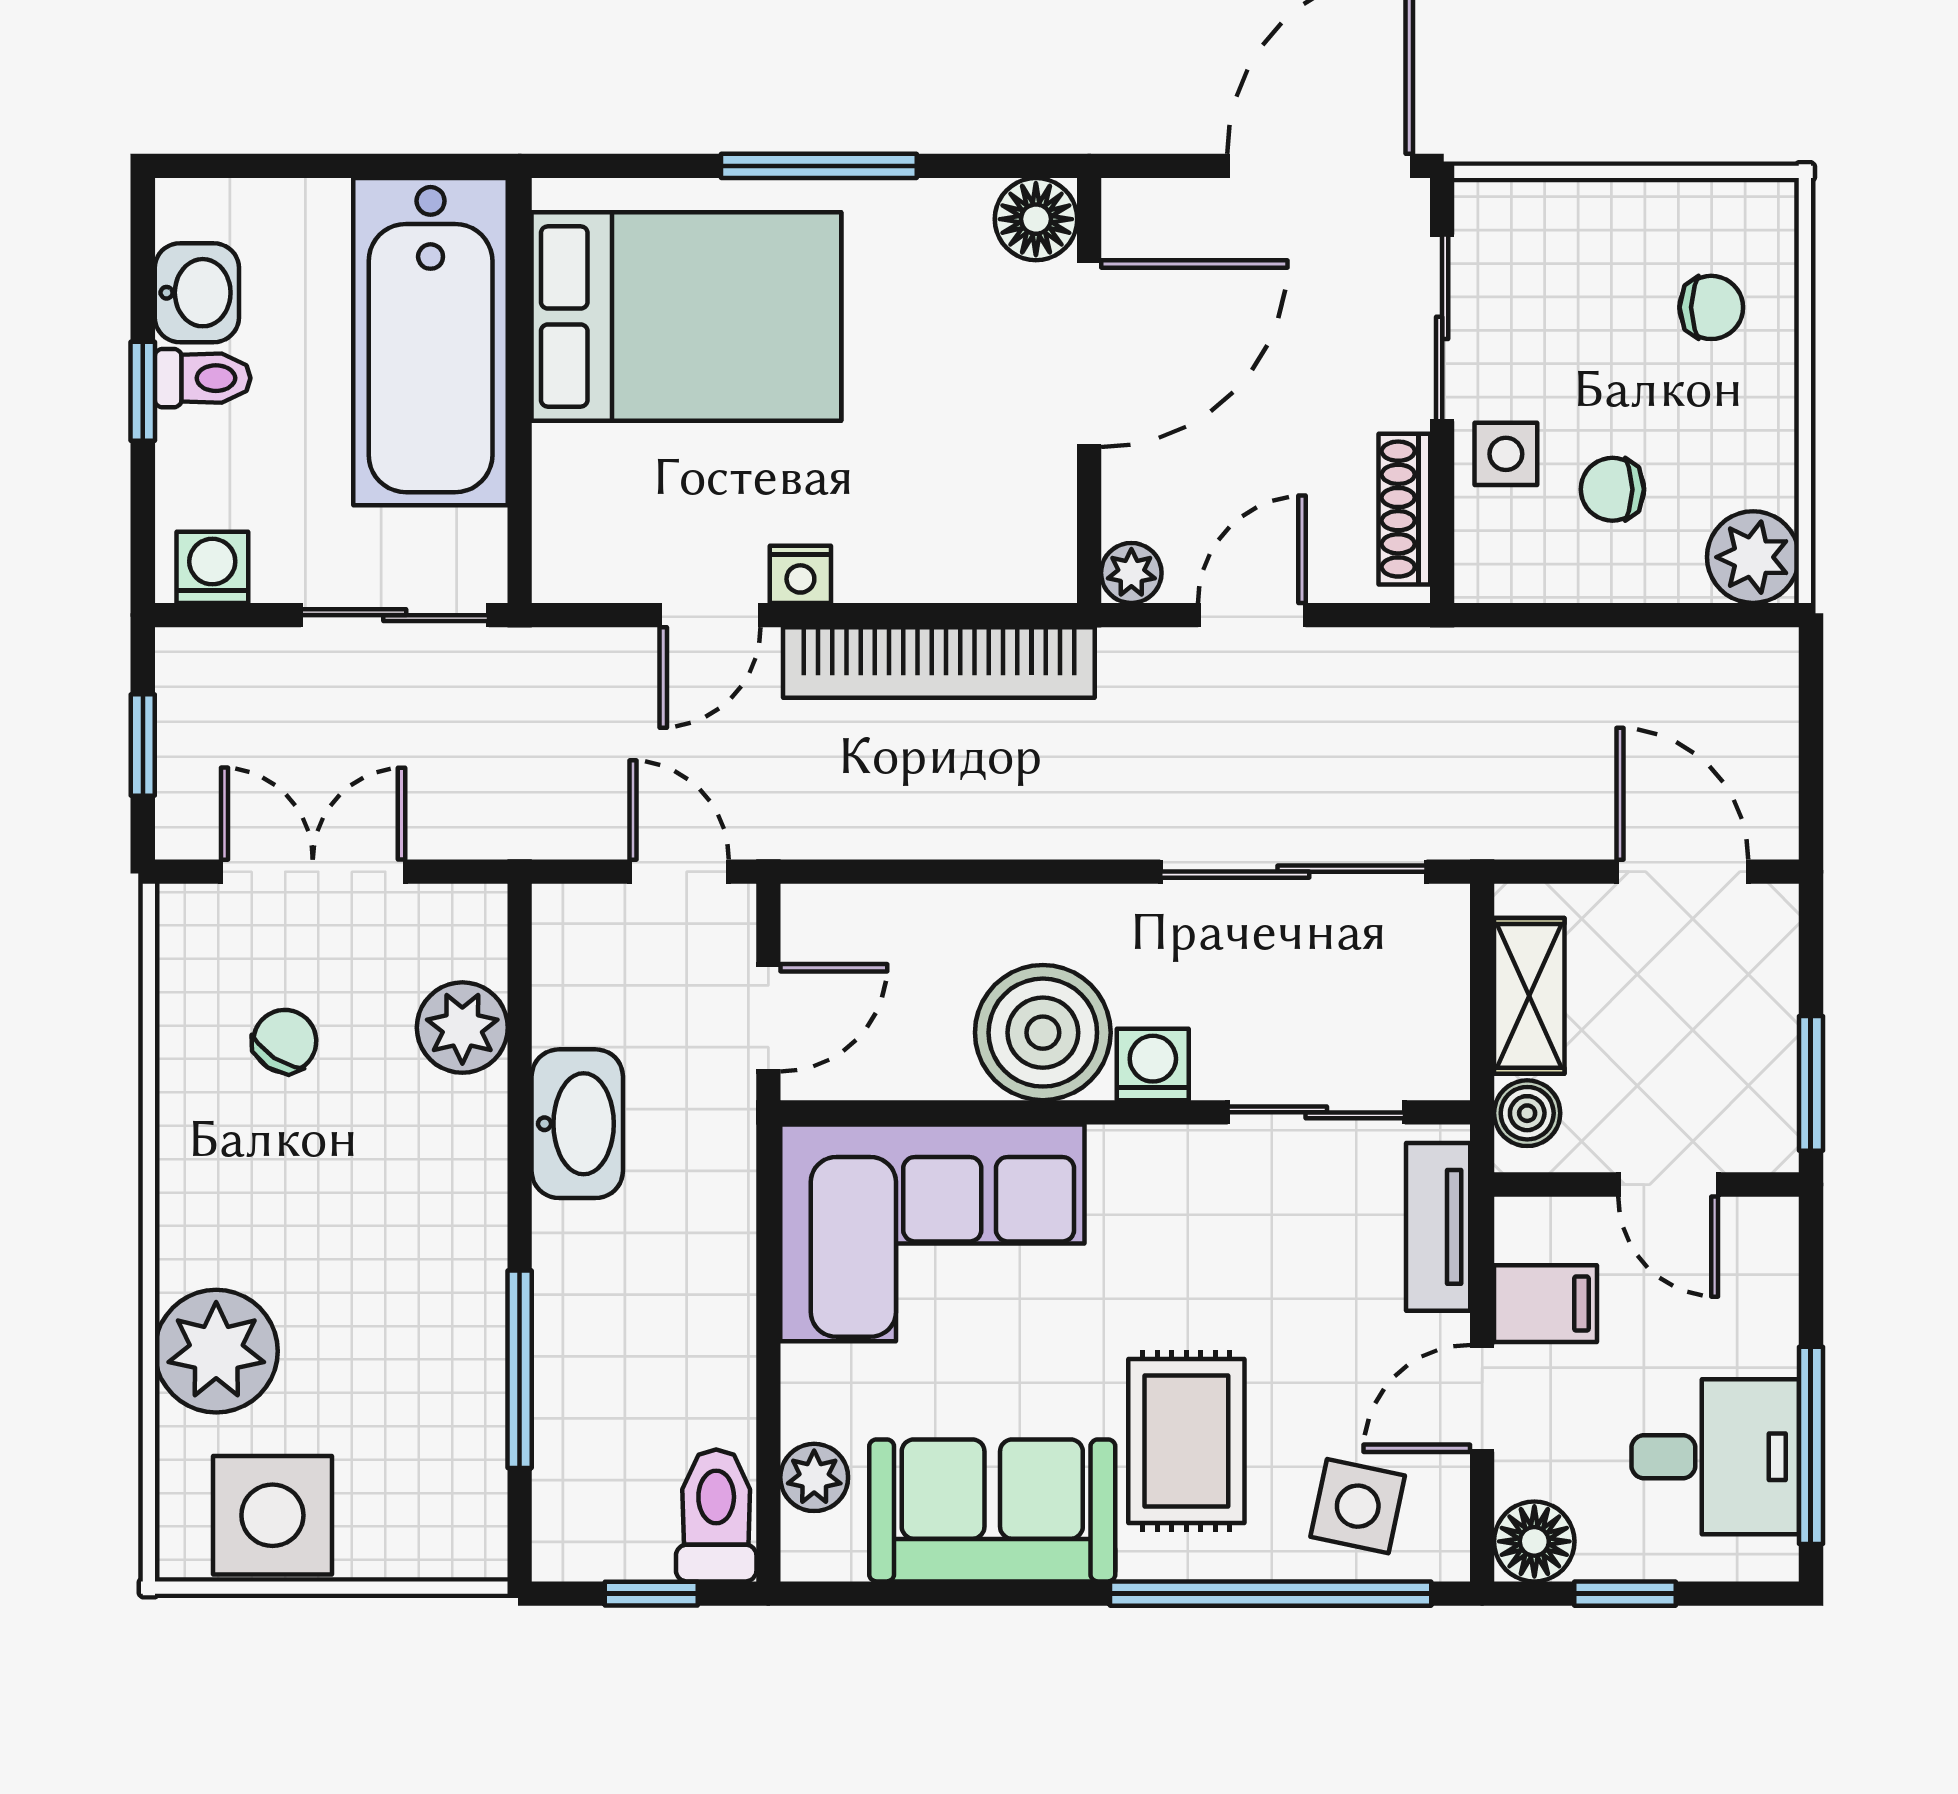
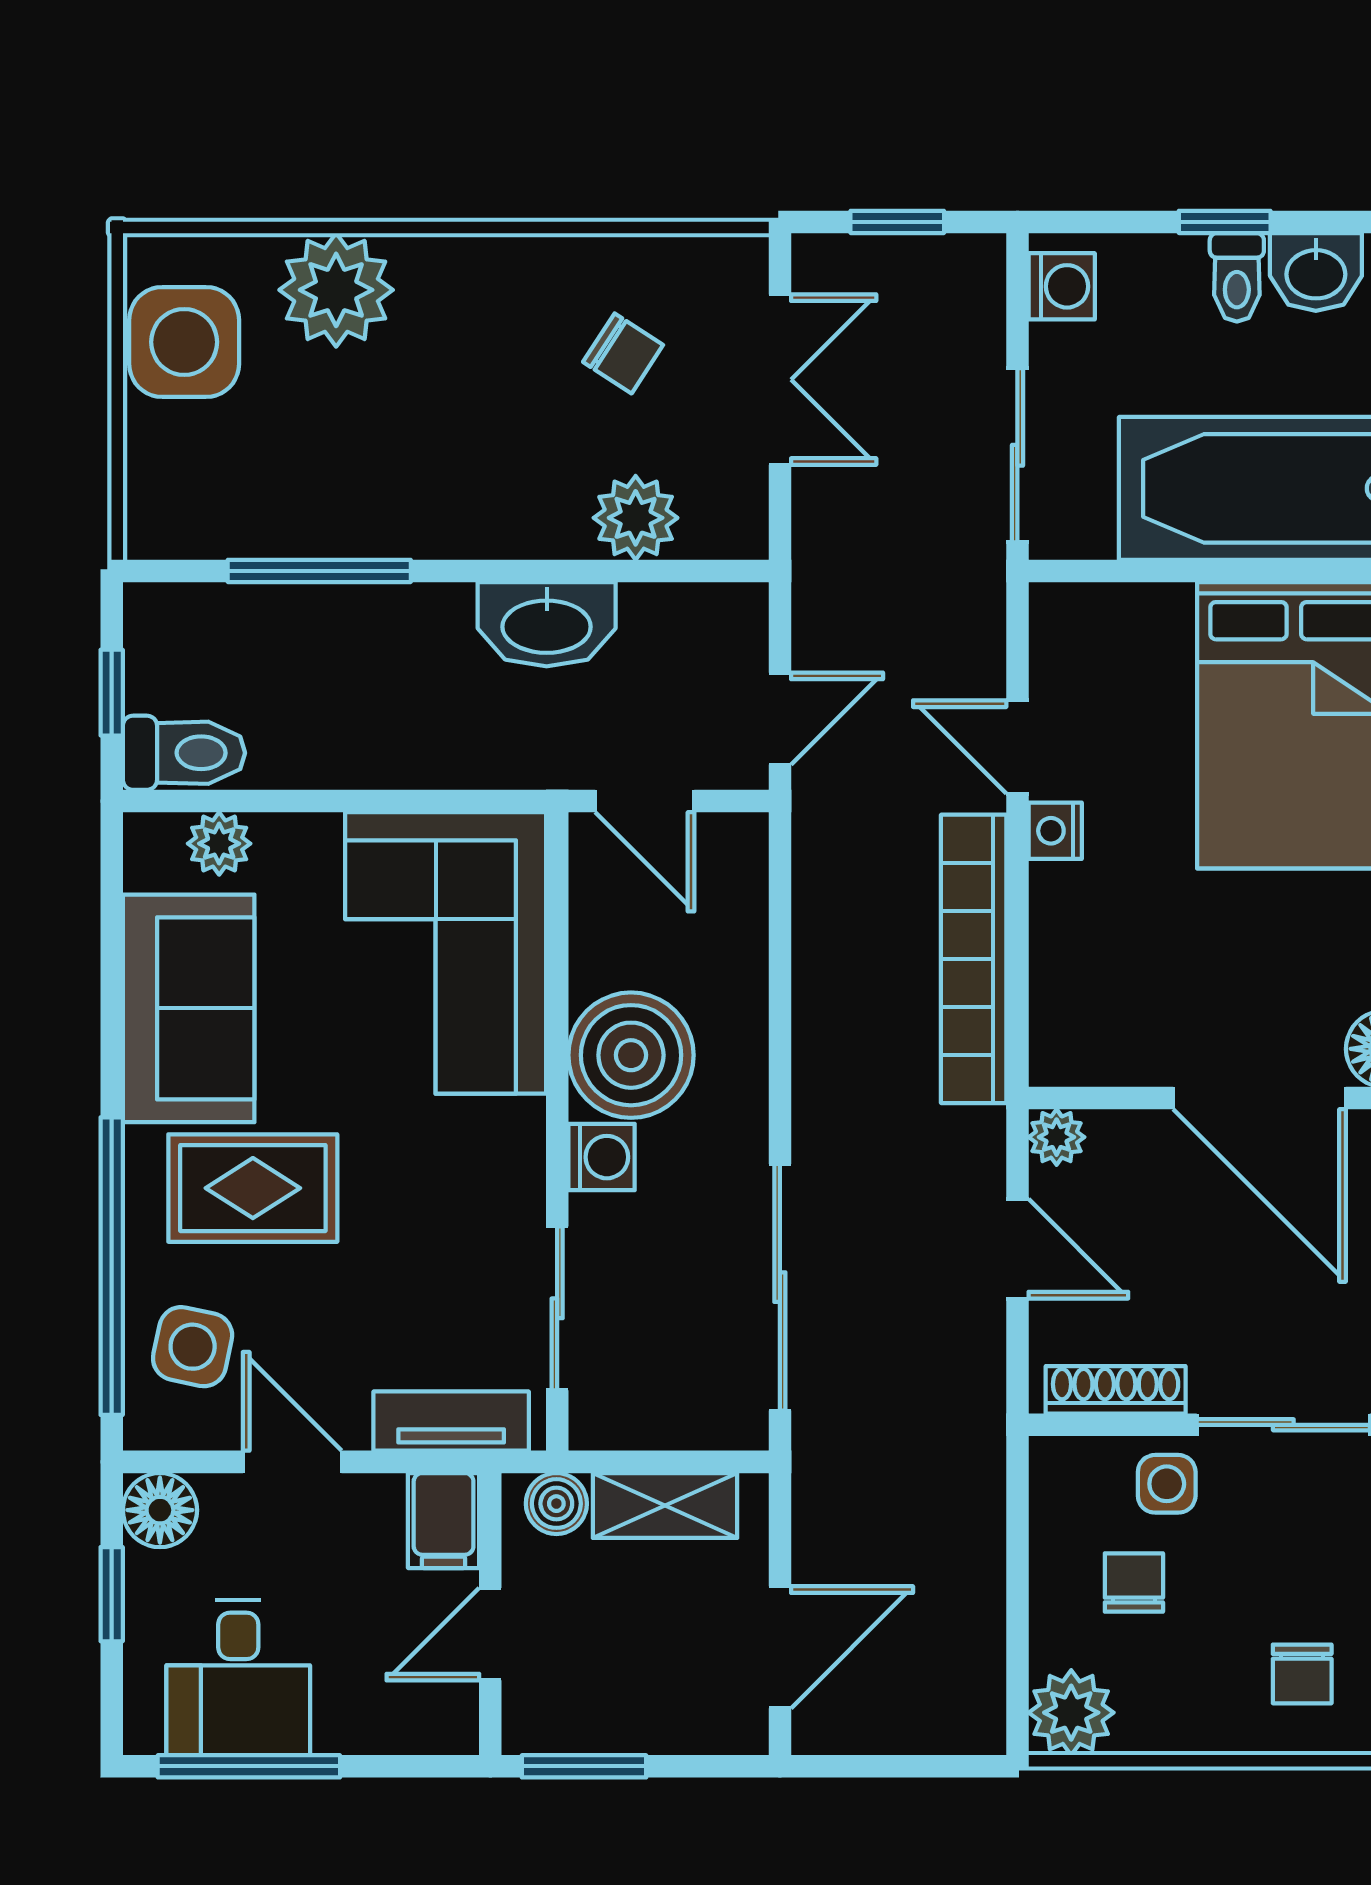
filing cabinet: (1546, 1304) -> (444, 1521), moved

